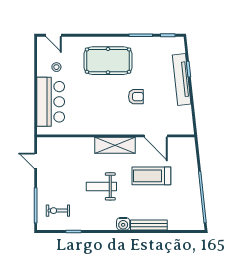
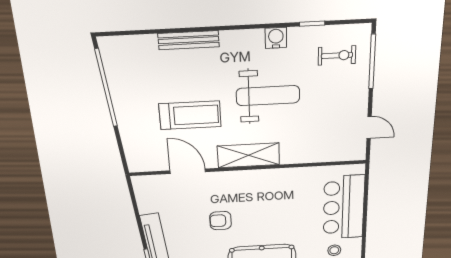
weight bench: (101, 186) -> (268, 96), width x1.36, depth x1.33
water cooler: (123, 224) -> (276, 38), moved

